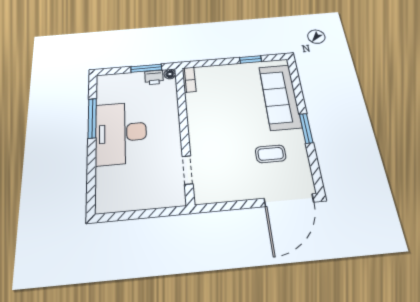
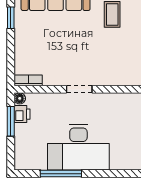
doorway: (187, 170) -> (79, 89), moved

